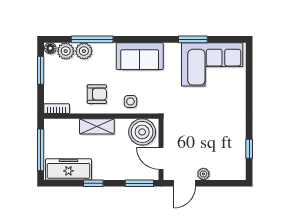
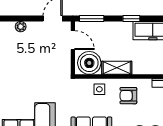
shelving: (97, 126) -> (117, 68), moved
plant: (203, 174) -> (21, 27), moved

